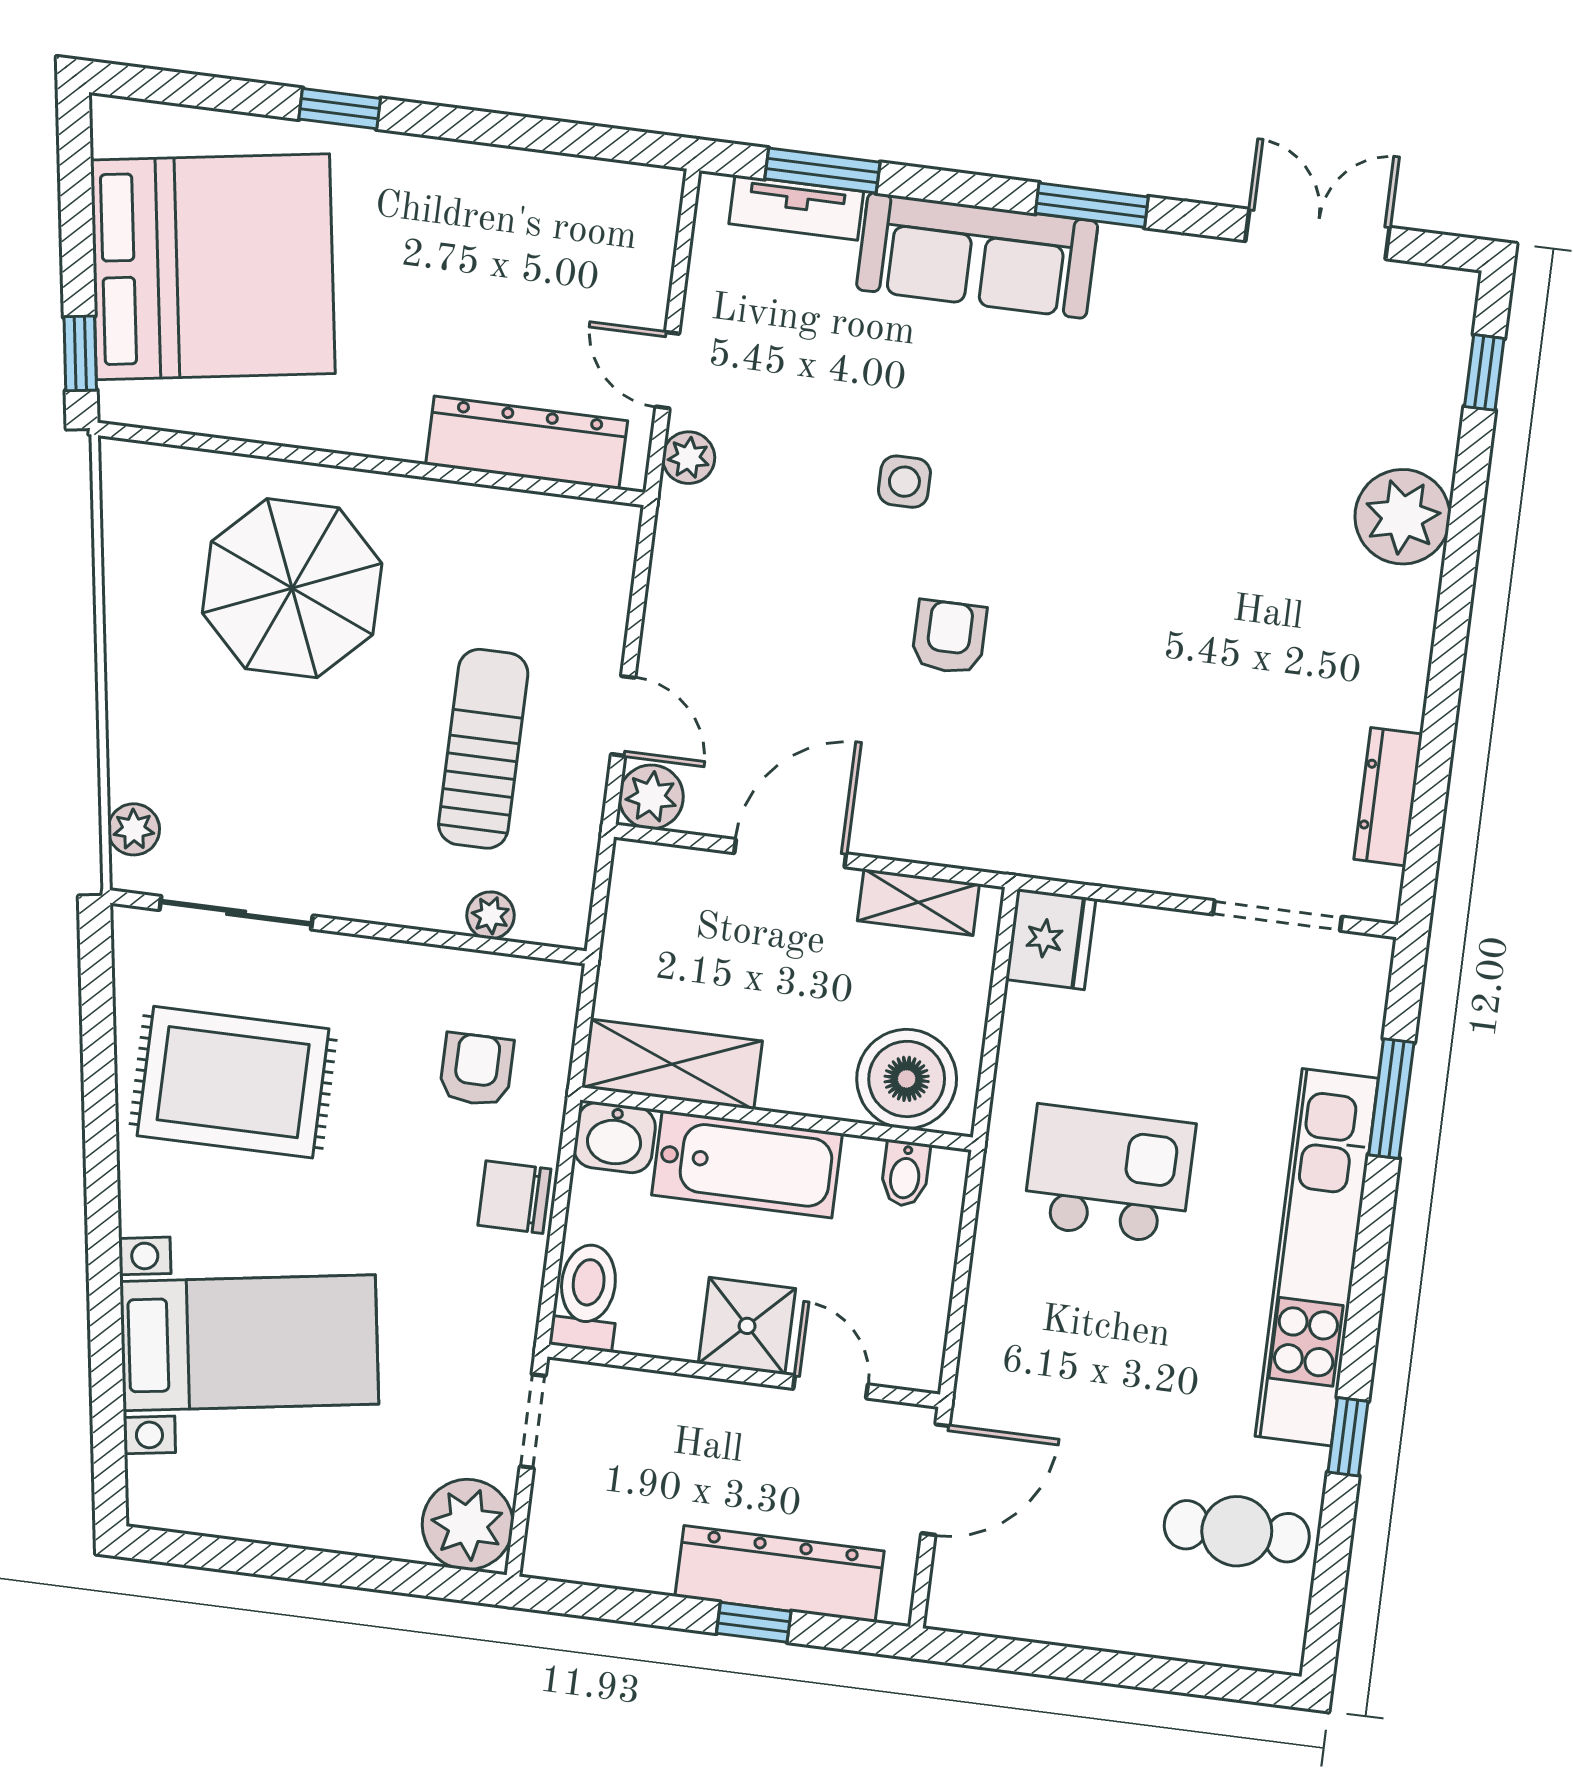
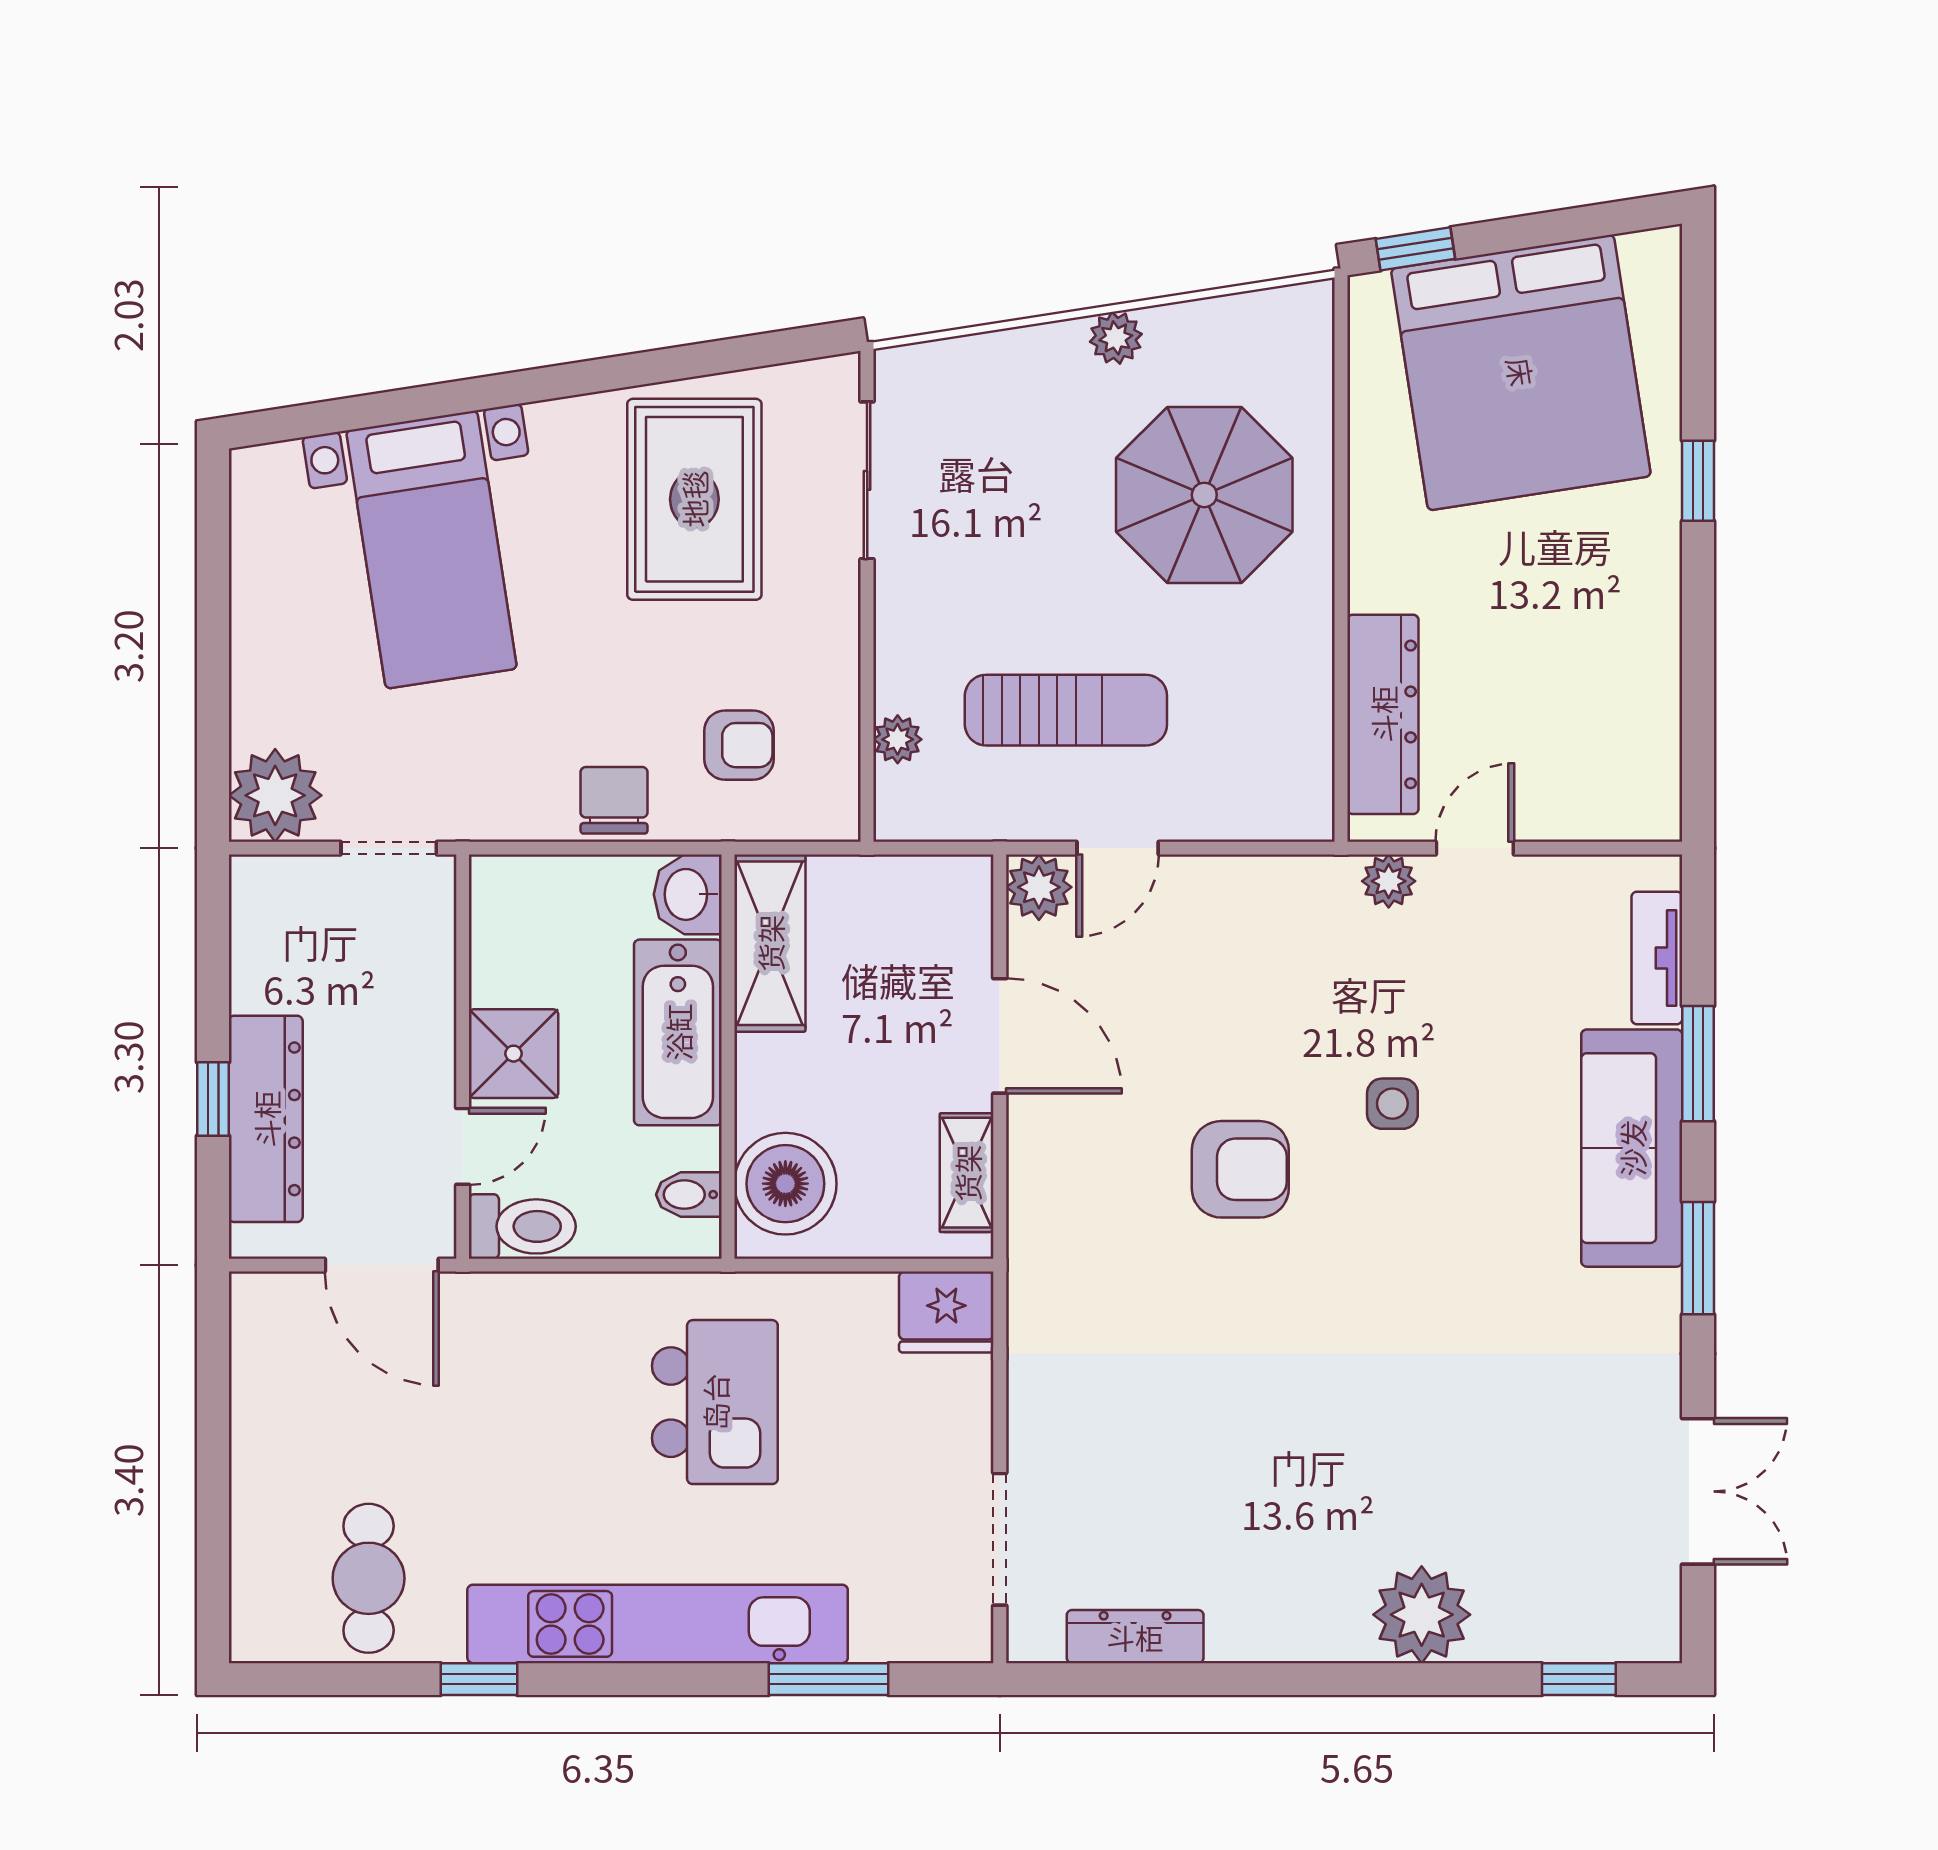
window: (822, 171) -> (1698, 1064), moved
armchair: (949, 637) -> (1240, 1169), width x1.38, depth x1.38
plant: (134, 829) -> (1116, 338), moved
toilet: (587, 1297) -> (522, 1226), moved

